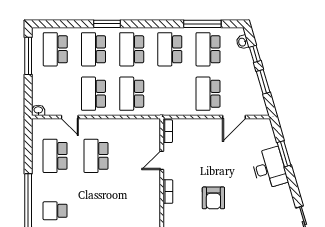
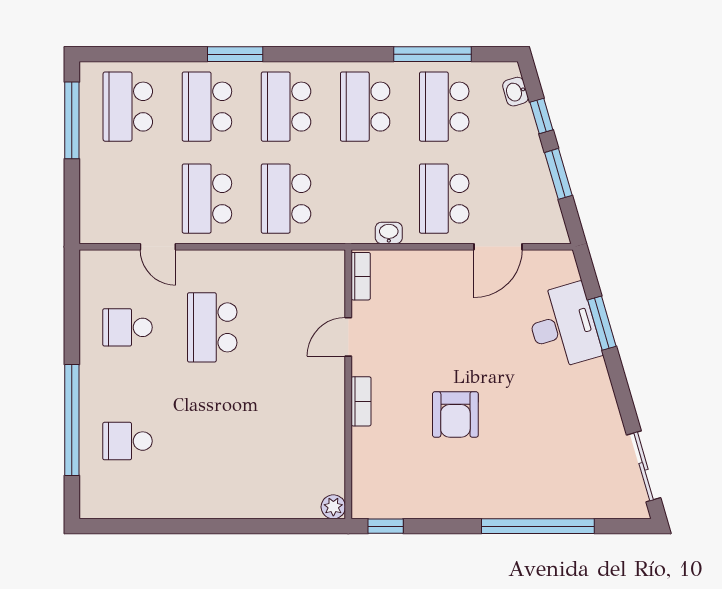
washbasin: (38, 110) -> (389, 233), moved
school desk: (55, 156) -> (127, 327), width x0.54
desk: (269, 168) -> (563, 326), moved

